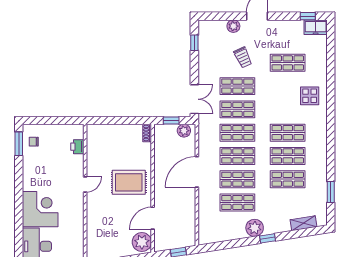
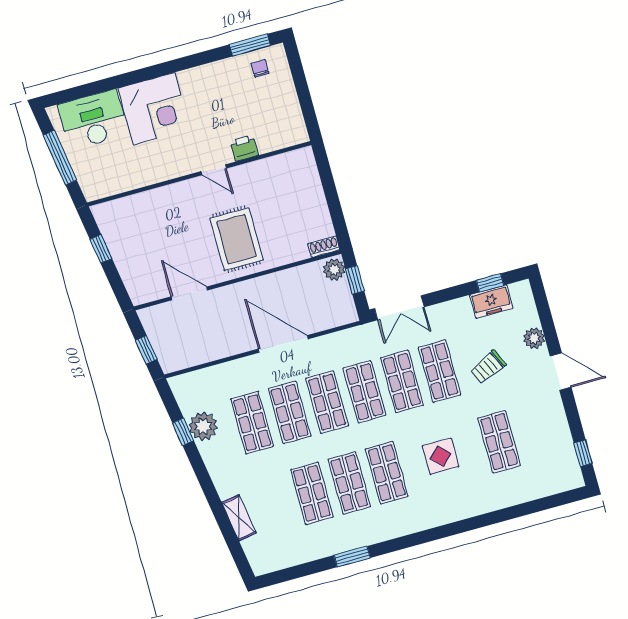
freezer: (316, 27) -> (491, 302), moved, turned -90
display table: (310, 96) -> (441, 456), moved
plant: (184, 131) -> (334, 270), moved
printer: (77, 147) -> (244, 148), moved
window: (331, 192) -> (352, 557), moved
shelving: (304, 223) -> (239, 518), moved
plant: (255, 228) -> (203, 426), moved
window: (268, 238) -> (183, 432), moved
plant: (142, 242) -> (146, 287), removed

